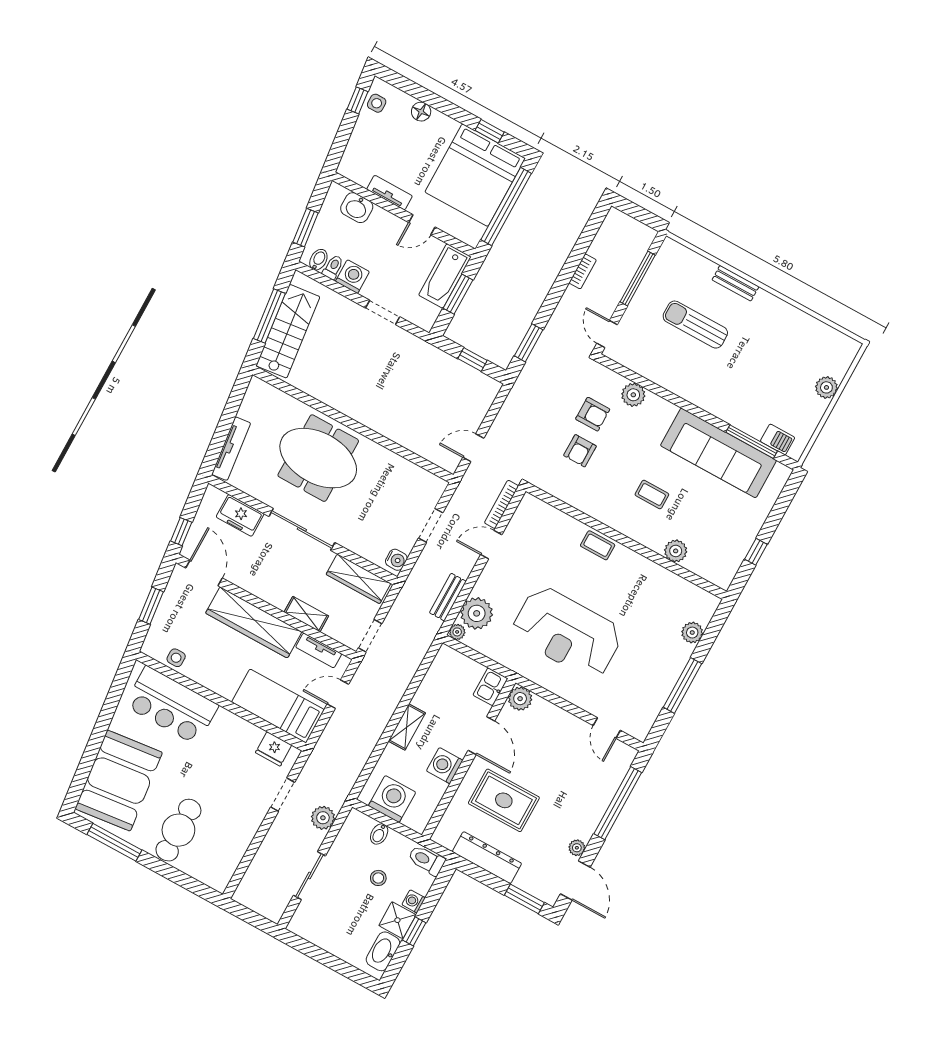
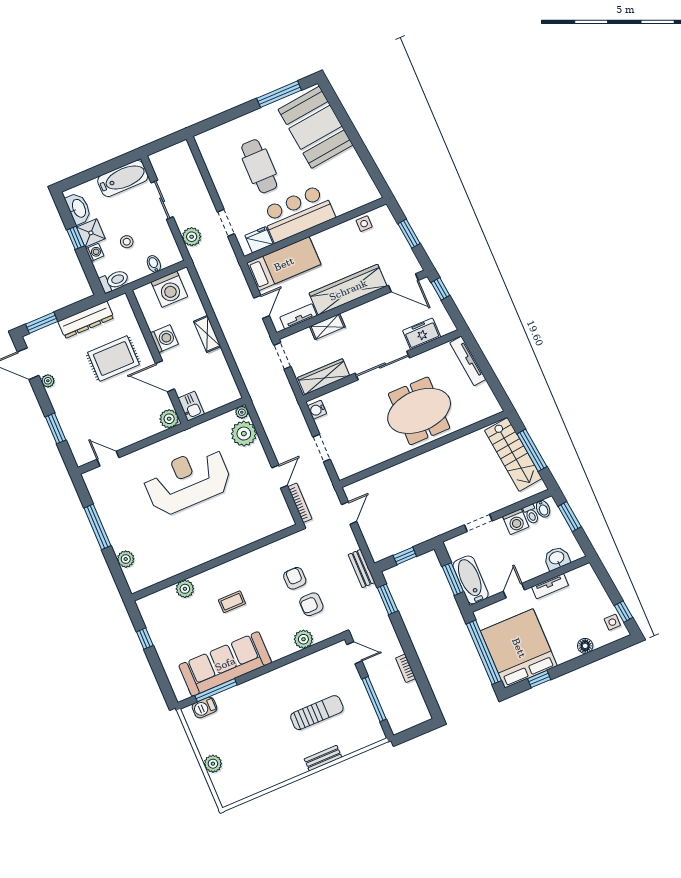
coffee table: (598, 545) -> (227, 543), removed
bench: (448, 597) -> (362, 569), moved
bar counter: (171, 705) -> (298, 214), moved
window: (618, 803) -> (56, 428), width x0.47
cafe table: (178, 830) -> (259, 166), moved
bathtub: (319, 931) -> (123, 178), added

